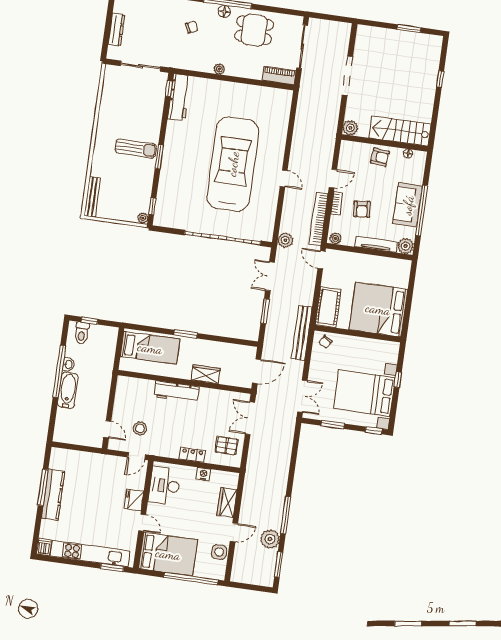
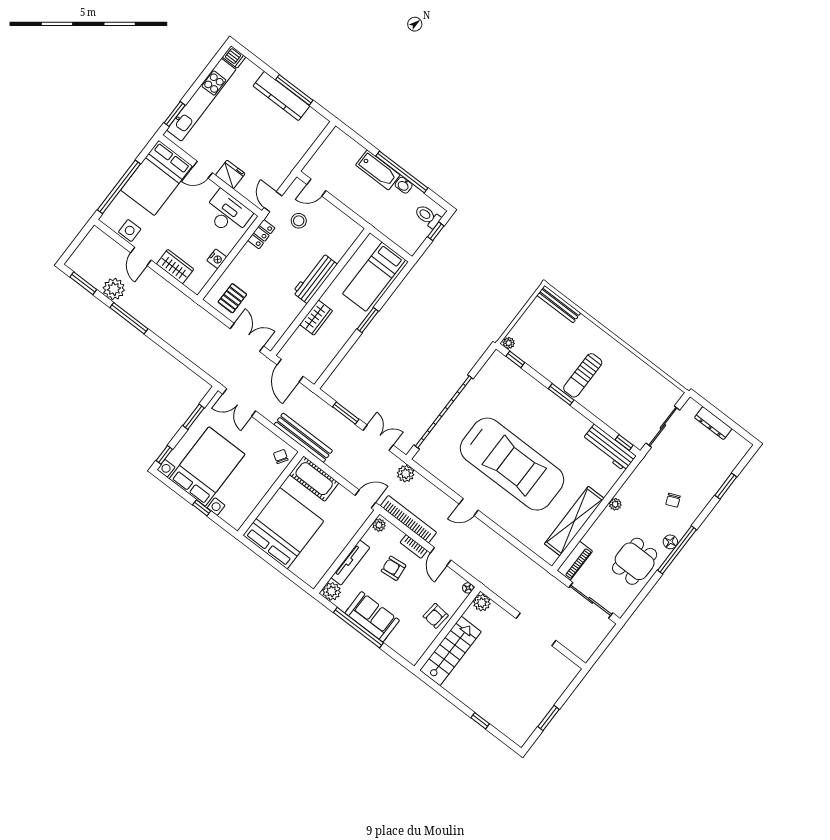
shelving: (249, 93) -> (574, 521), added
floor lamp: (408, 154) -> (468, 588), moved
locker: (192, 455) -> (261, 234), moved

